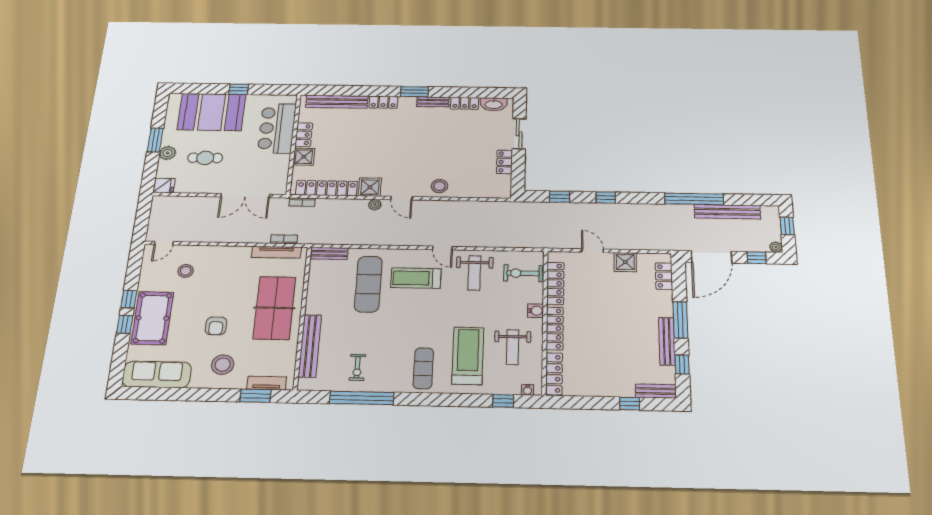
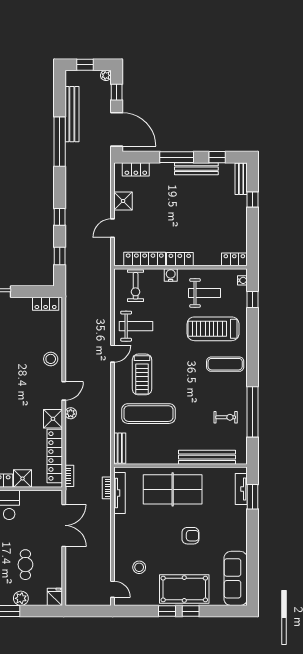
locker: (505, 162) -> (46, 304), moved
locker: (555, 329) -> (180, 259), width x0.66
stool: (223, 365) -> (226, 526), removed
locker: (554, 374) -> (234, 259), width x0.66

